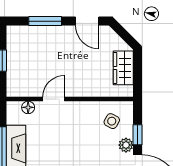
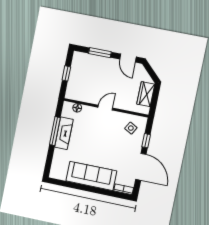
door: (54, 99) -> (105, 108), moved
plant: (126, 145) -> (137, 146), removed

